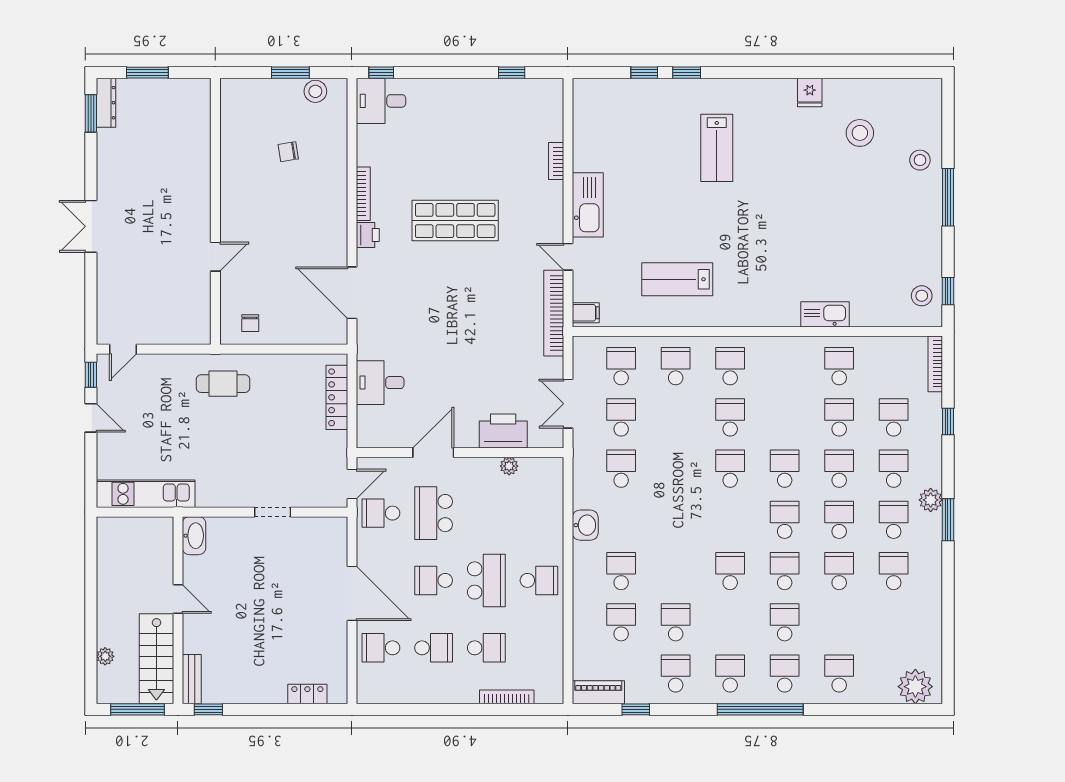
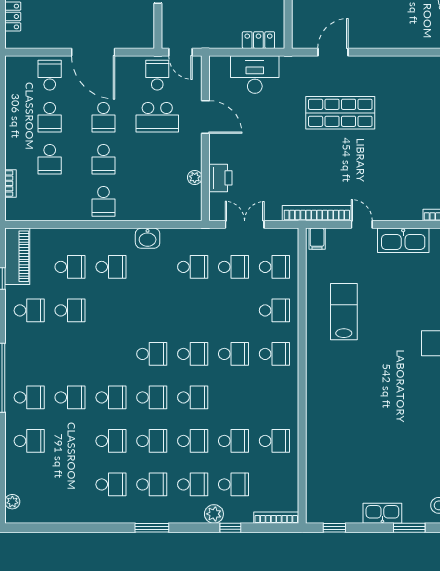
bookcase: (363, 194) -> (412, 61), removed
window: (948, 197) -> (409, 528), width x0.69
shop shelf: (455, 221) -> (340, 113), moved, turned 90
printer: (368, 235) -> (379, 65), removed
door: (568, 257) -> (362, 224), hinge flipped
door: (352, 293) -> (333, 52), width x0.73
stool: (922, 296) -> (331, 507), removed
kitchen sink: (825, 314) -> (382, 513), moved, turned -90
desk: (380, 383) -> (255, 75), width x1.37
locker: (337, 397) -> (258, 40), width x0.66
printer: (503, 431) -> (220, 178), width x0.73, depth x0.84
plant: (931, 500) -> (214, 514), moved
school desk: (434, 513) -> (157, 117), turned 180
school desk: (730, 571) -> (152, 354), moved
school desk: (434, 580) -> (103, 117), turned 180
school desk: (486, 580) -> (103, 159), width x0.54
door: (352, 593) -> (93, 52), hinge flipped
school desk: (730, 673) -> (29, 354), removed
plant: (915, 687) -> (12, 502), width x0.53, depth x0.53
piano: (598, 692) -> (17, 256), width x1.37, depth x1.33
bookcase: (507, 697) -> (10, 183), width x0.64

